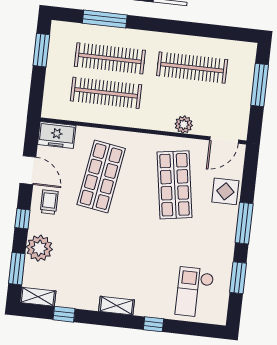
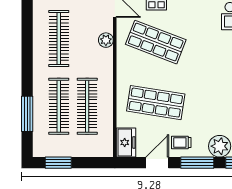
shop shelf: (175, 185) -> (156, 42), turned 30
window: (22, 219) -> (197, 163), width x2.17

